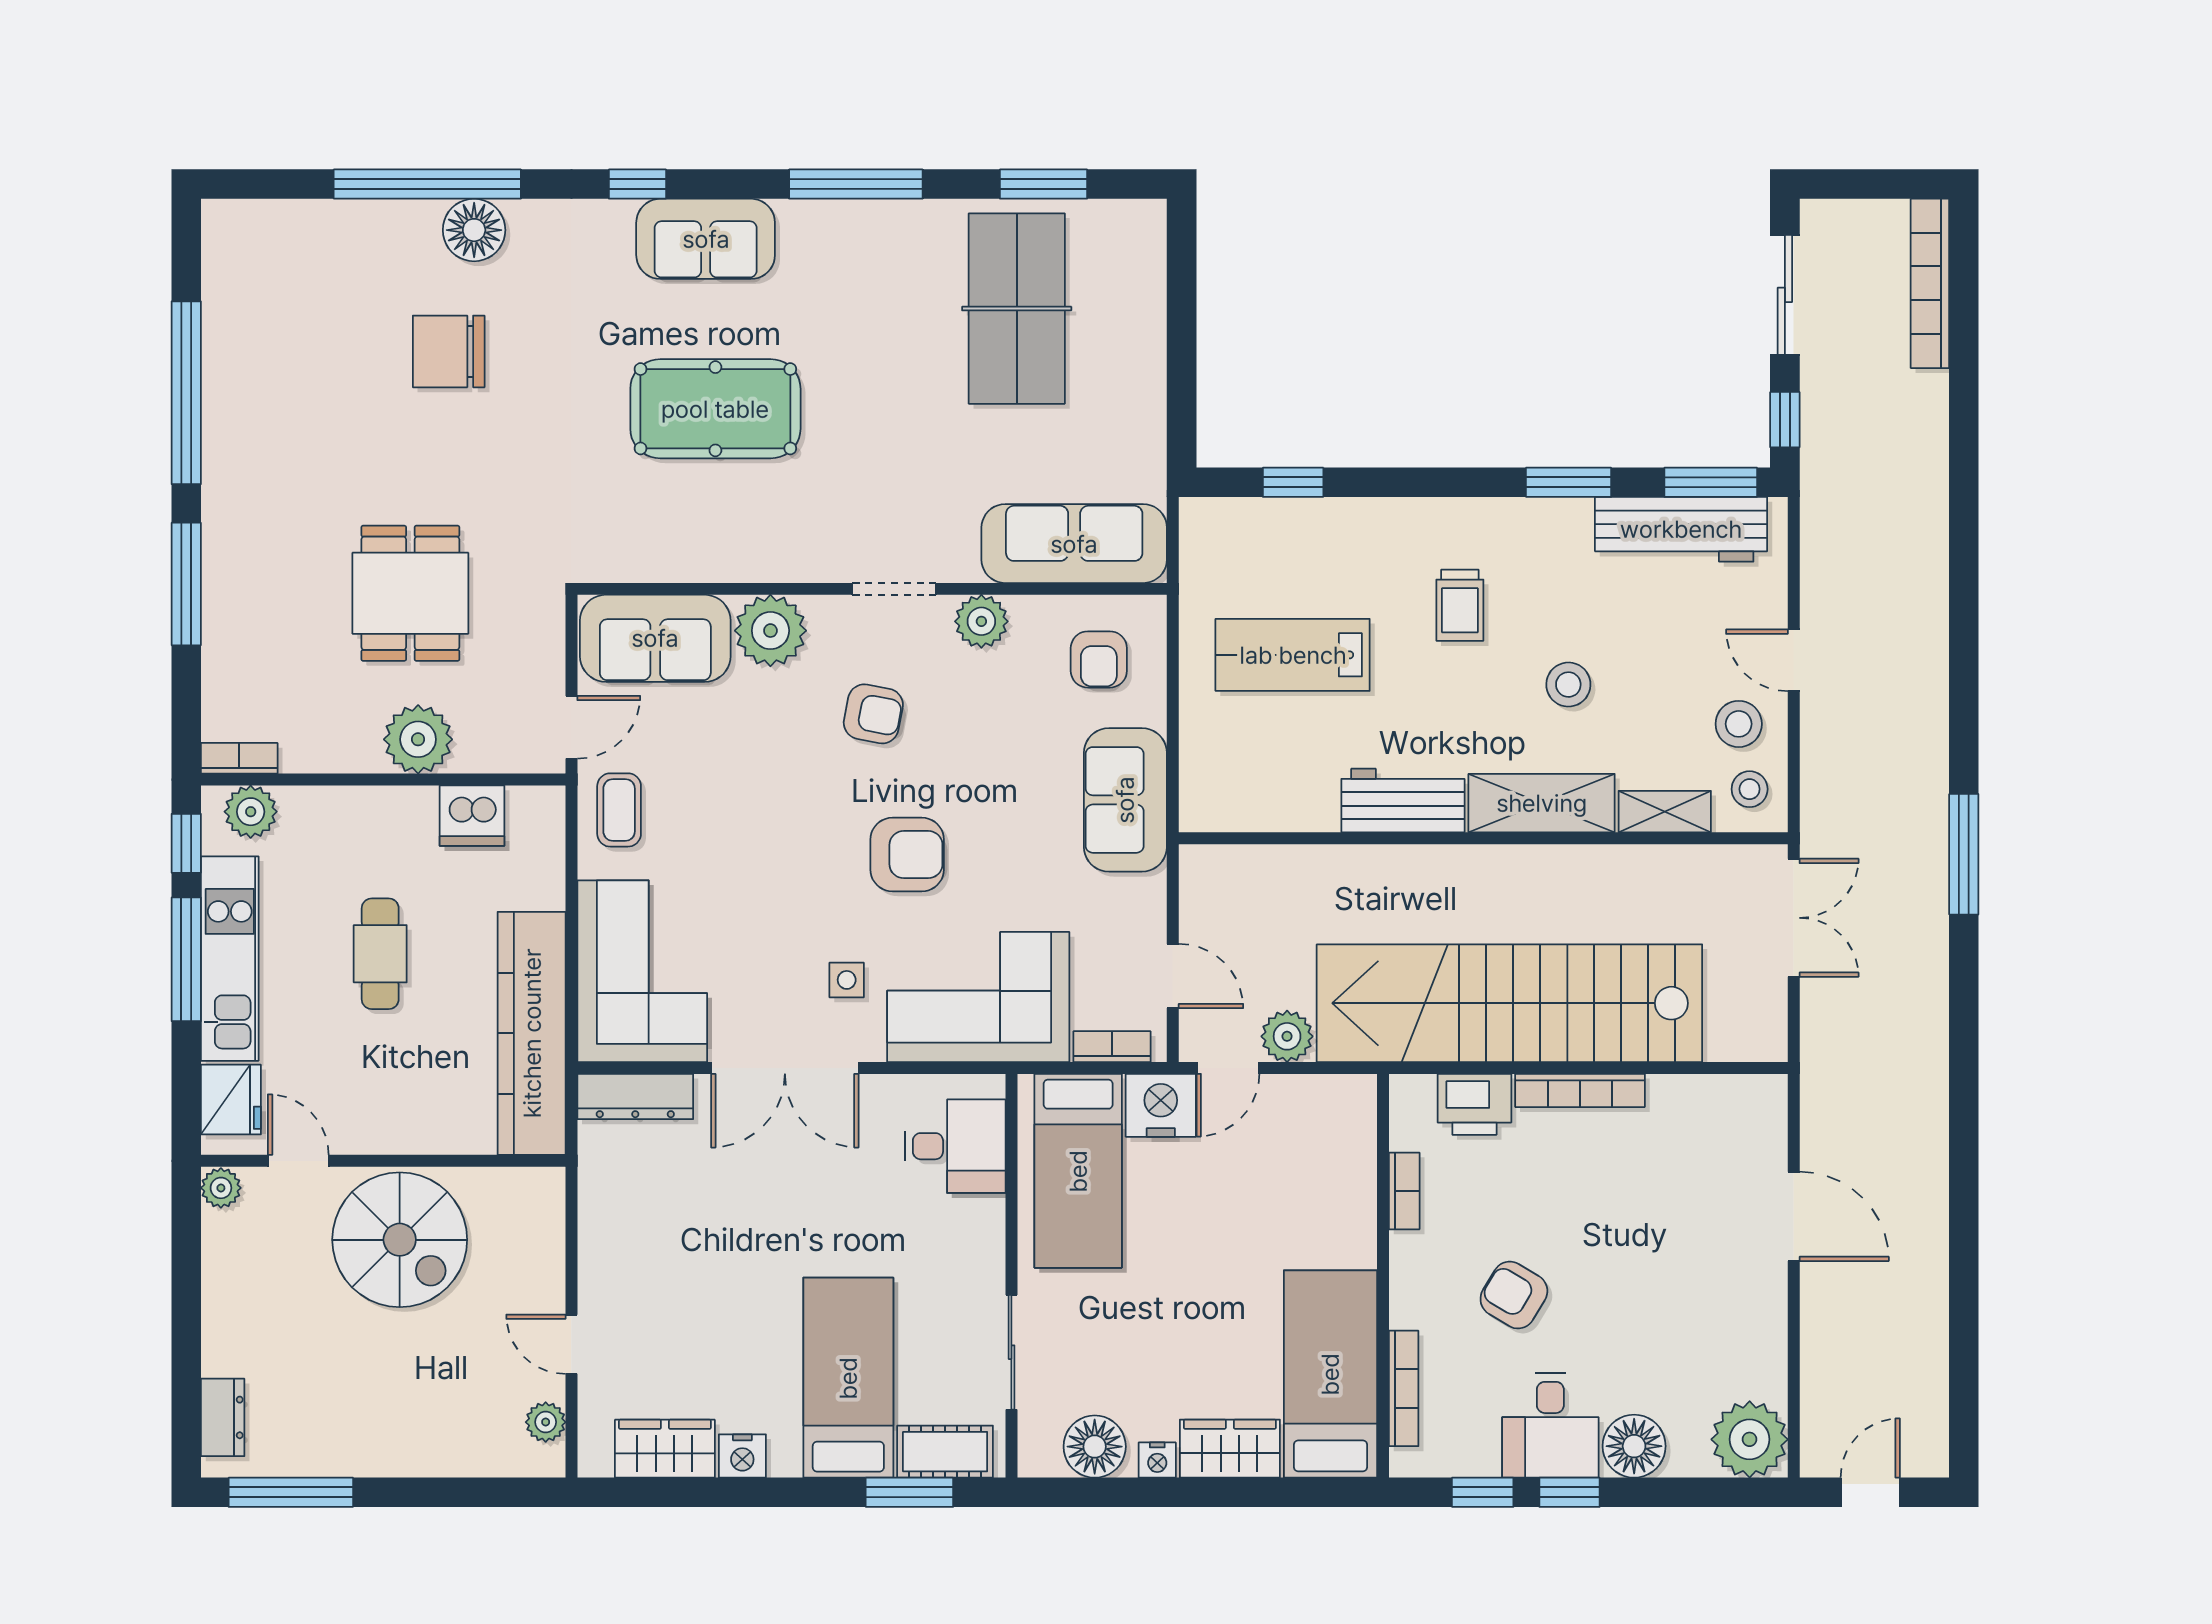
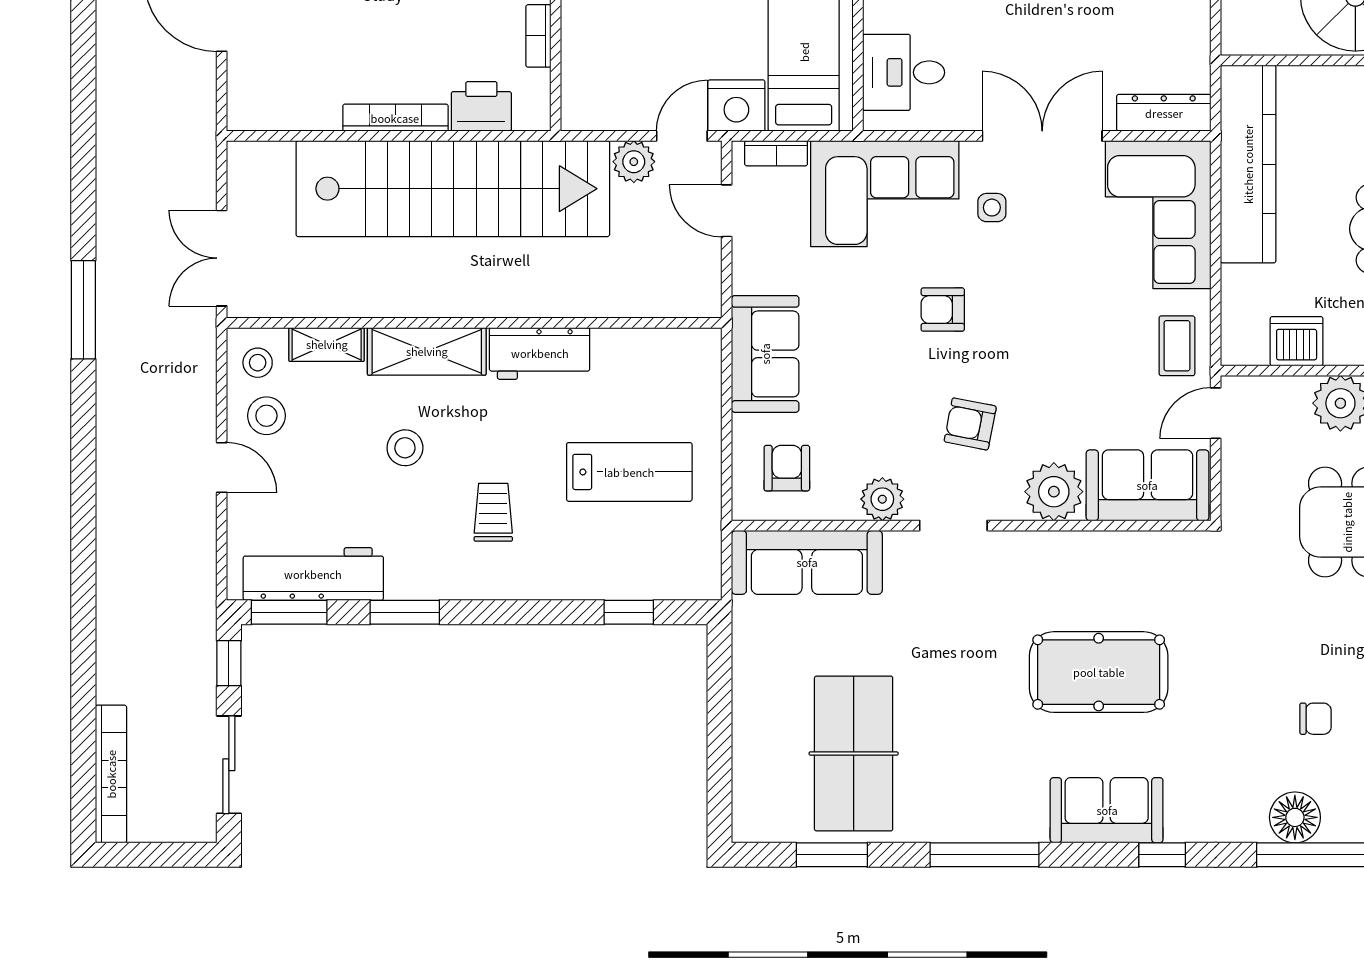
chair: (449, 351) -> (1316, 719), width x0.54, depth x0.54
armchair: (907, 855) -> (943, 310), width x0.72, depth x0.72

